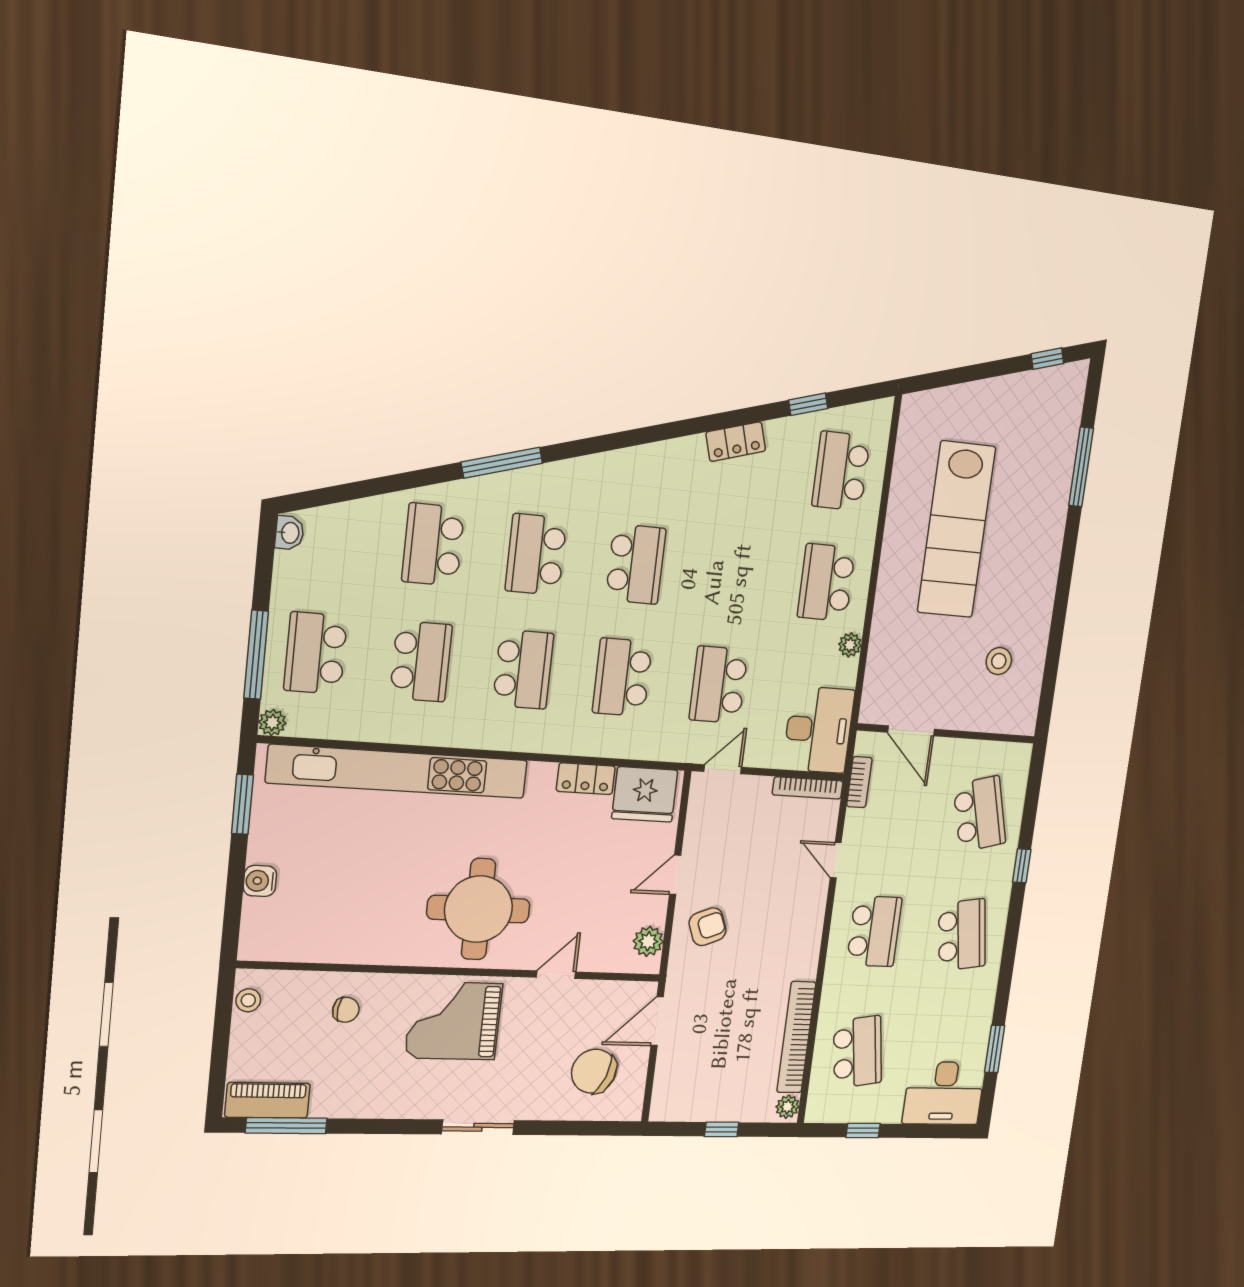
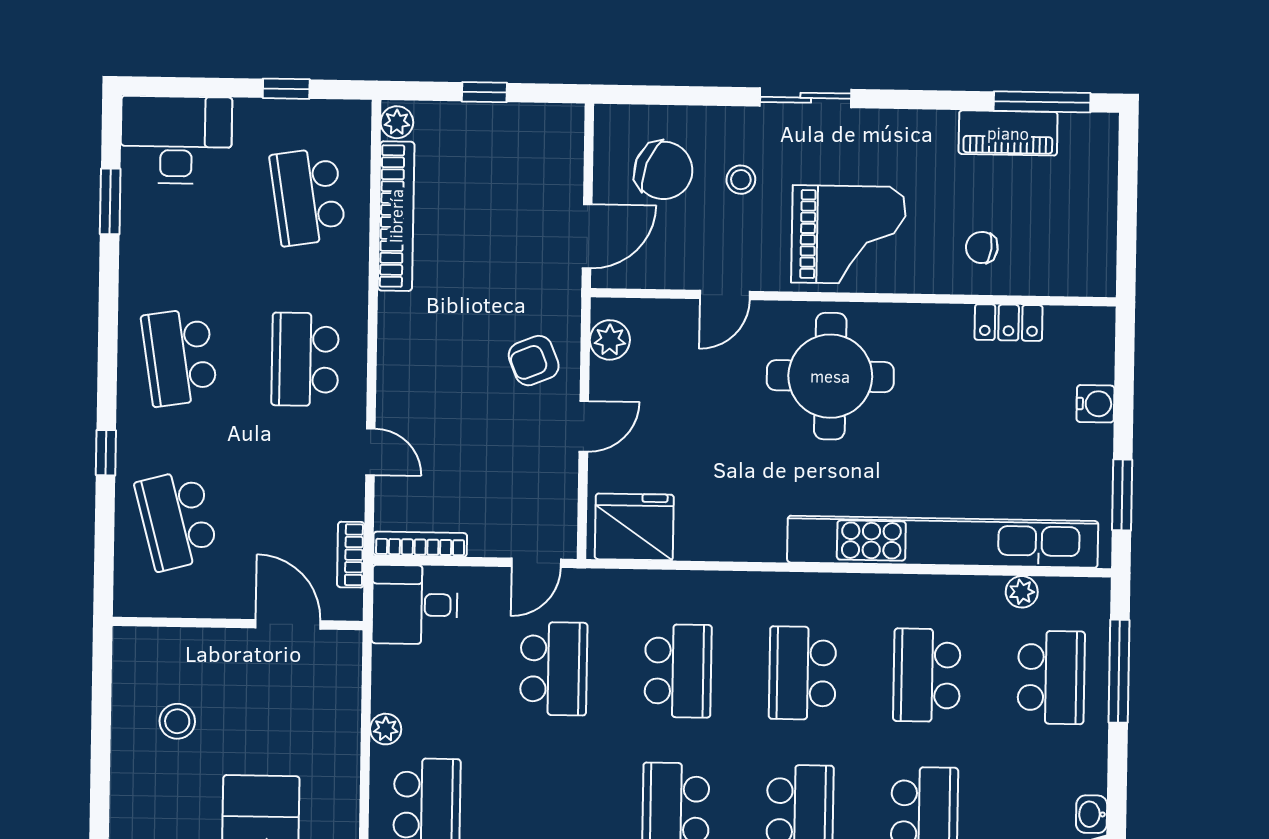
plant: (272, 722) -> (1022, 592), moved
desk: (819, 730) -> (415, 605), width x0.73
locker: (586, 779) -> (1009, 323), moved, turned 180
stool: (248, 1000) -> (741, 180), moved
piano: (268, 1100) -> (1008, 133), moved

